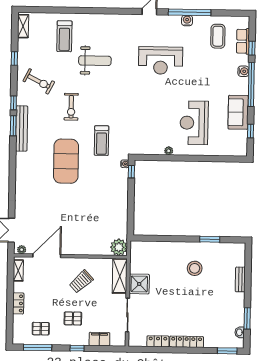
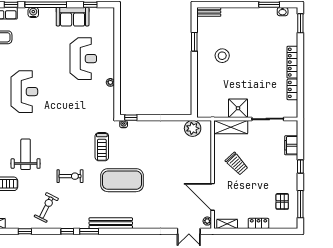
reception desk: (194, 123) -> (83, 59), turned -90
bench: (22, 128) -> (111, 223), moved
treadmill: (101, 141) -> (102, 147), turned 90
plant: (119, 247) -> (193, 128), moved
bench: (240, 279) -> (209, 12), moved
pallet: (73, 318) -> (272, 171), removed

